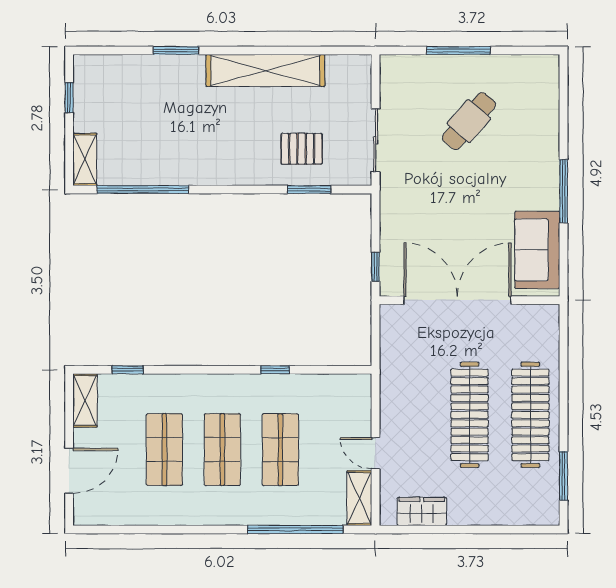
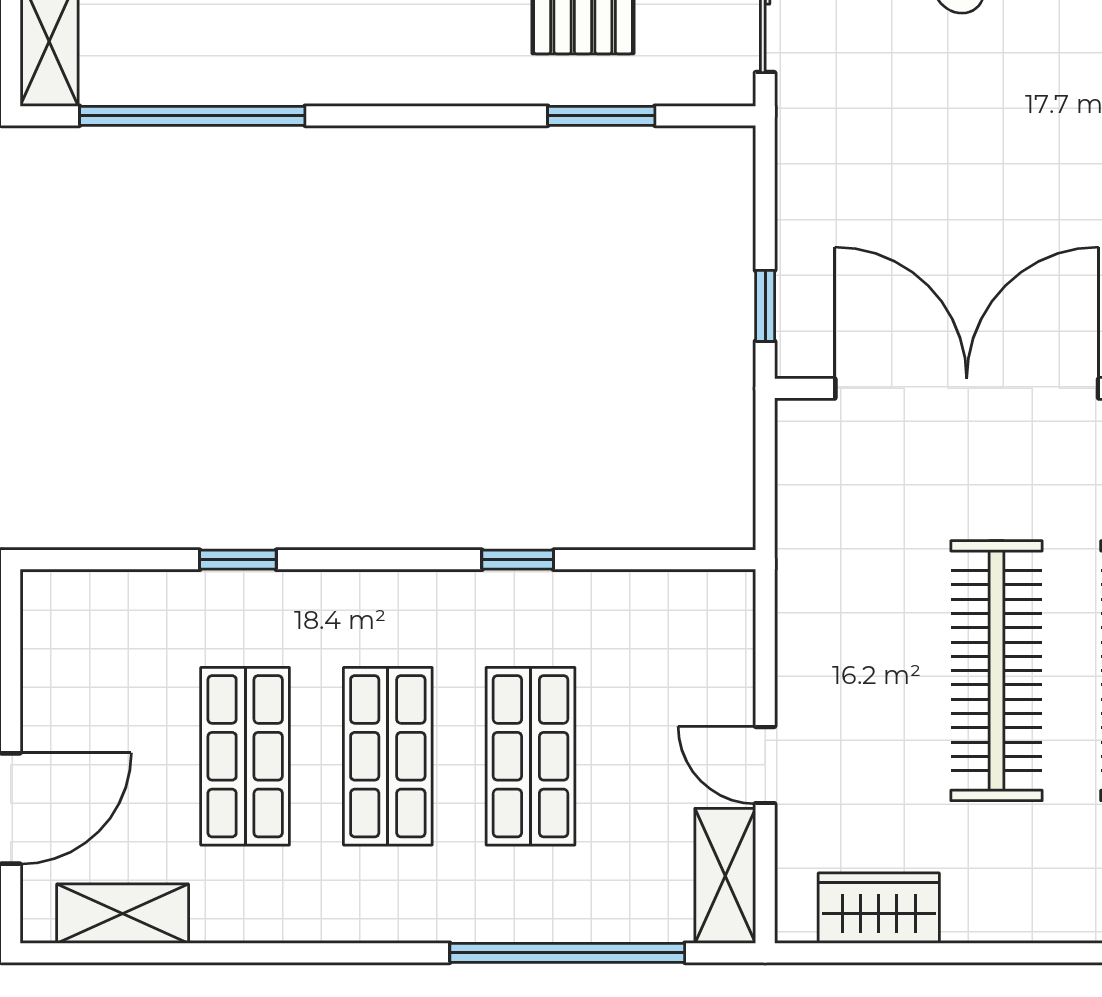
window: (128, 370) -> (238, 560), moved
shelving: (85, 400) -> (123, 914), moved, turned 90

